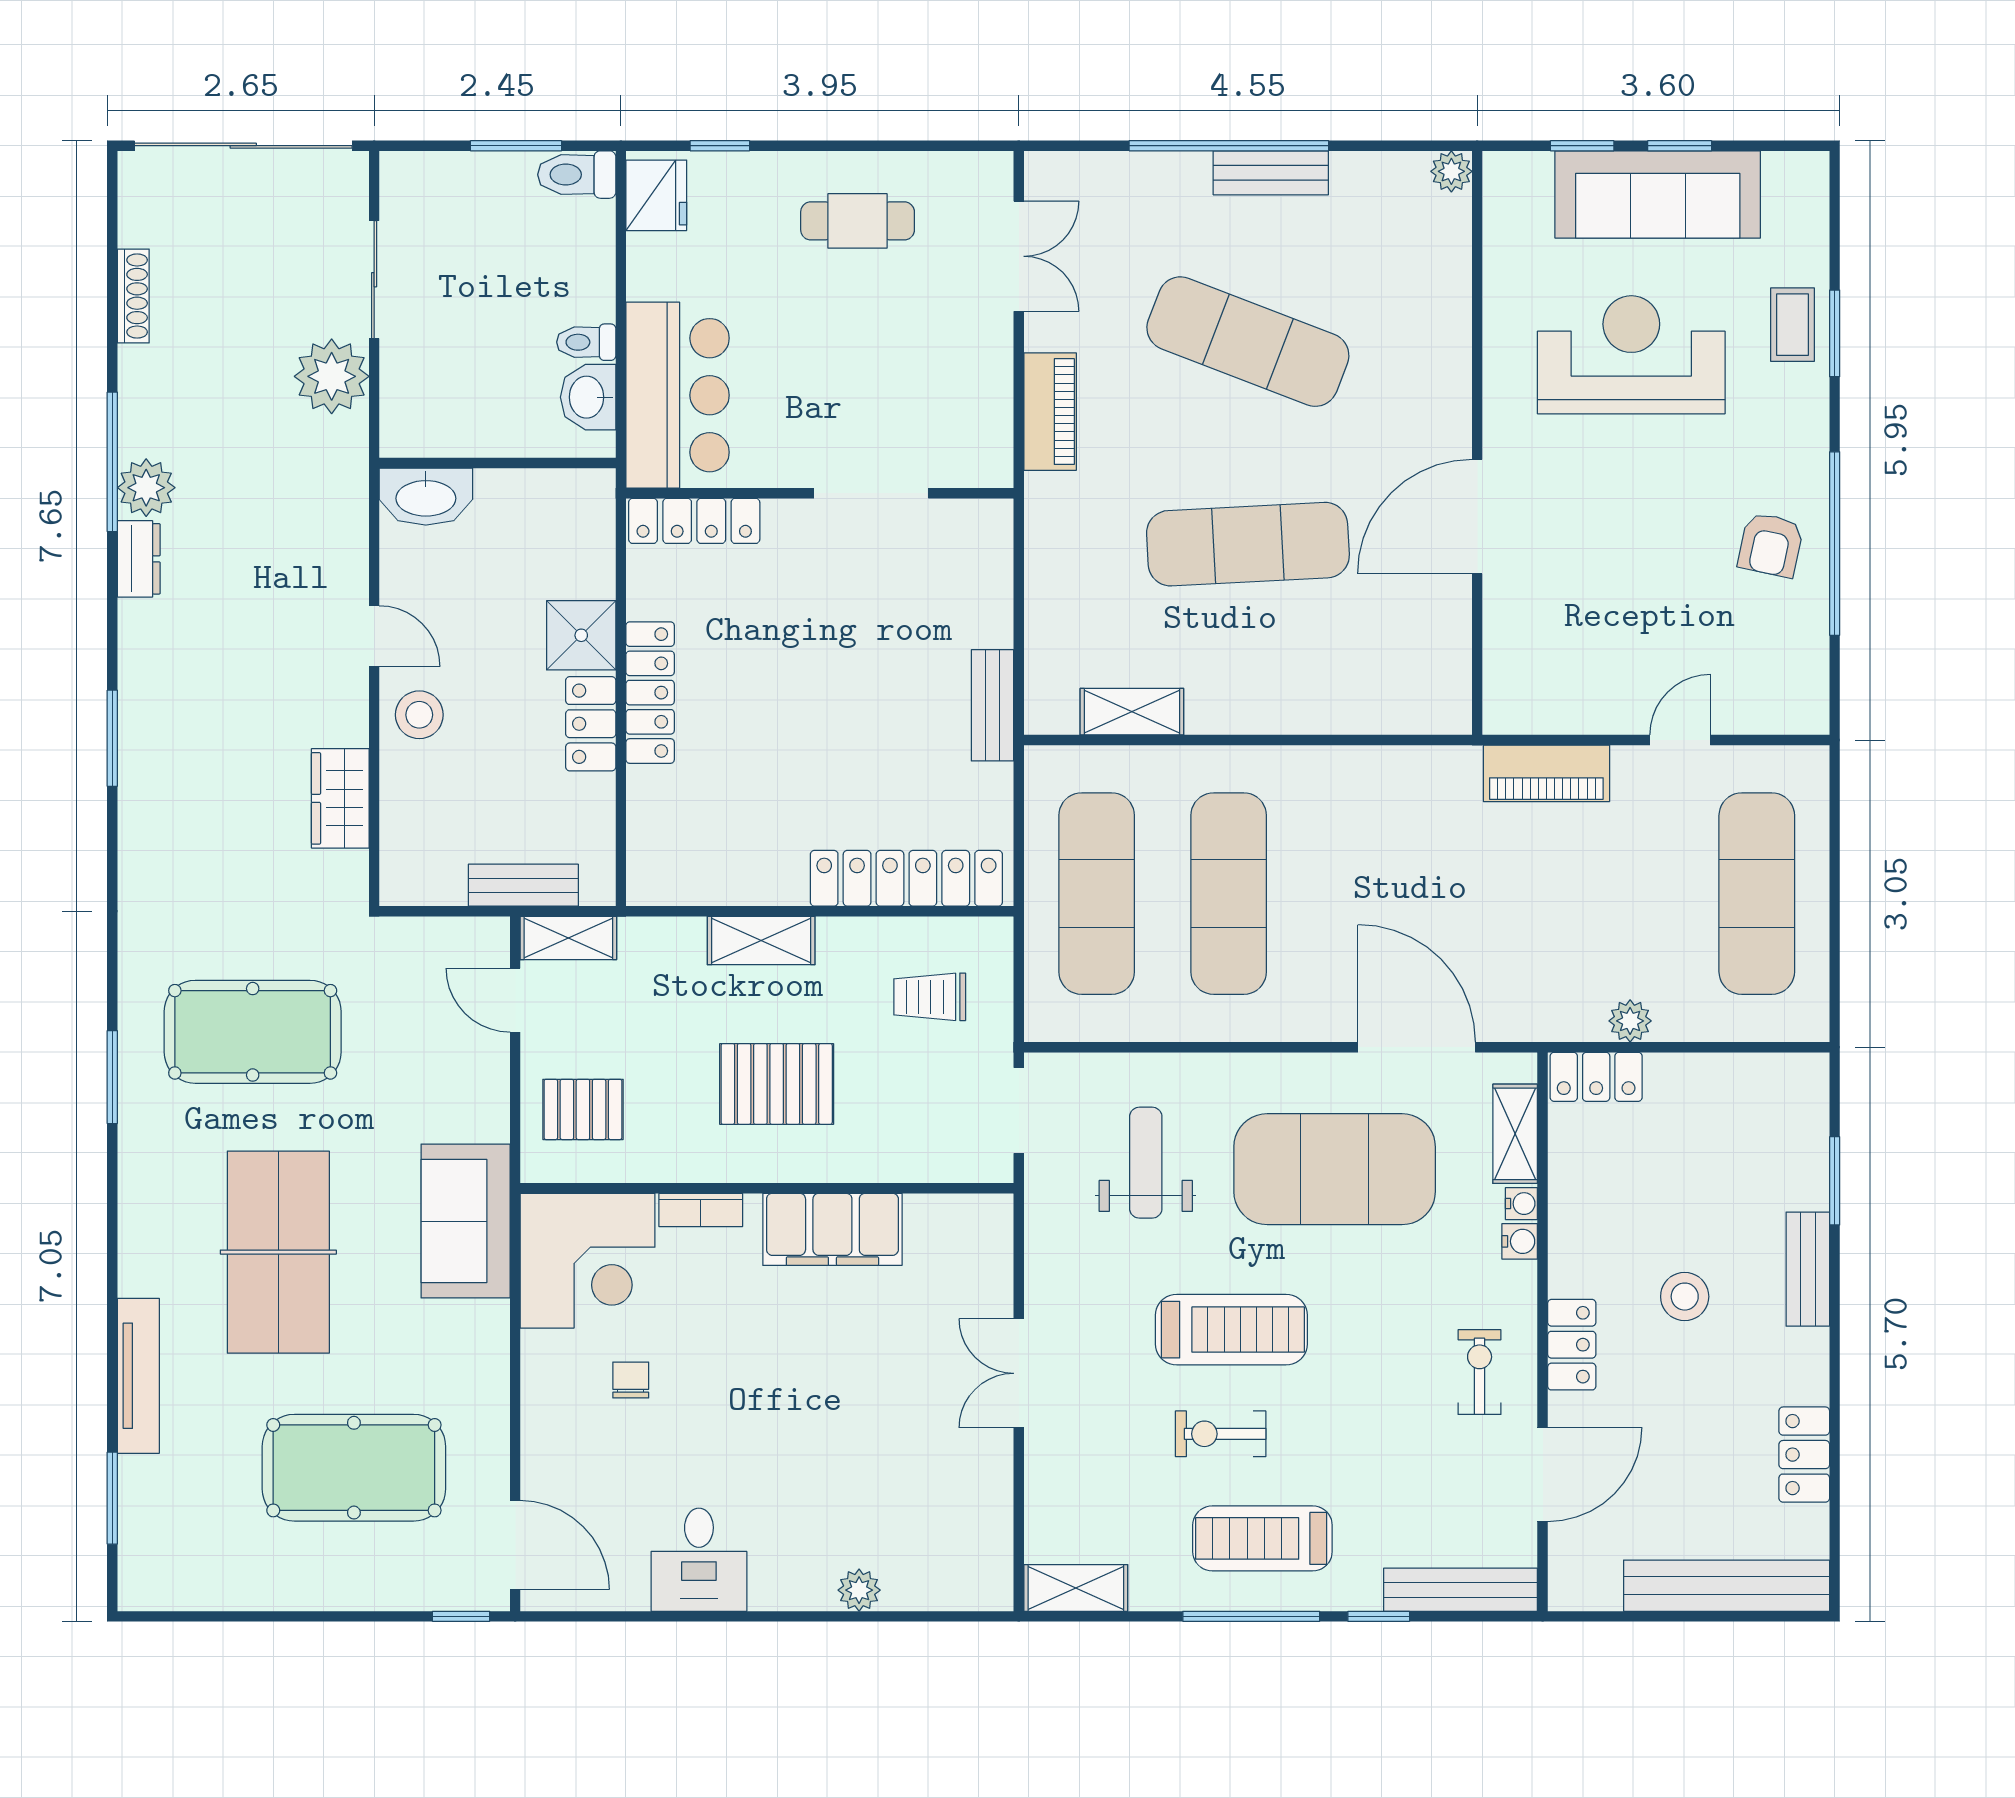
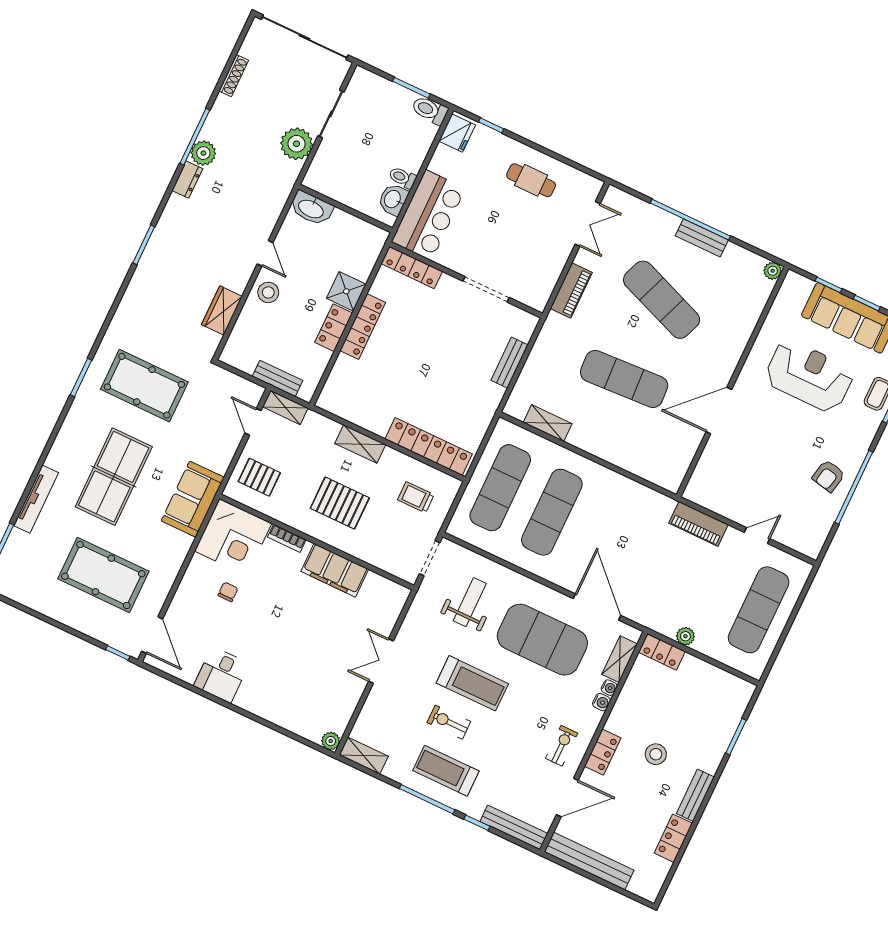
bench: (992, 705) -> (509, 363), moved
bench: (1808, 1269) -> (695, 795), moved
bench: (1727, 1586) -> (589, 861), moved
plant: (859, 1590) -> (331, 741), moved

